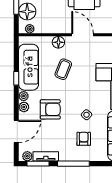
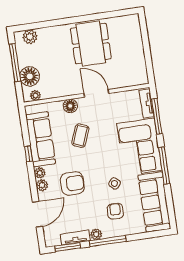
plant: (27, 156) -> (96, 234), moved

